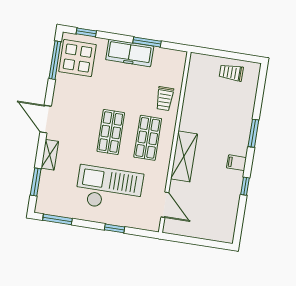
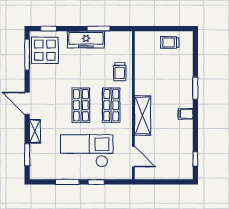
window: (245, 186) -> (195, 159), moved
window: (57, 219) -> (67, 182), moved

